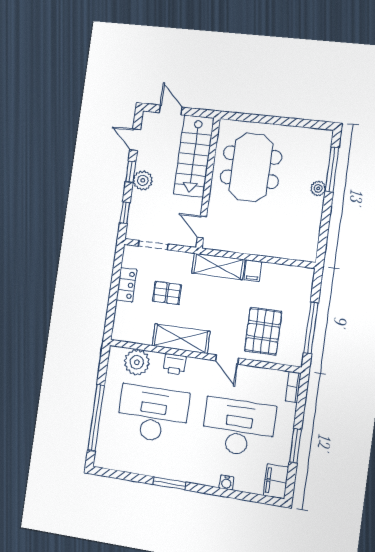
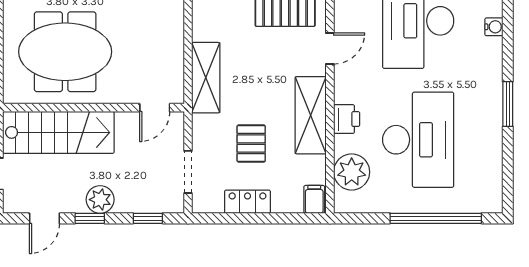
filing cabinet: (253, 271) -> (314, 199), moved, turned -90
desk: (153, 414) -> (418, 140), turned 180

